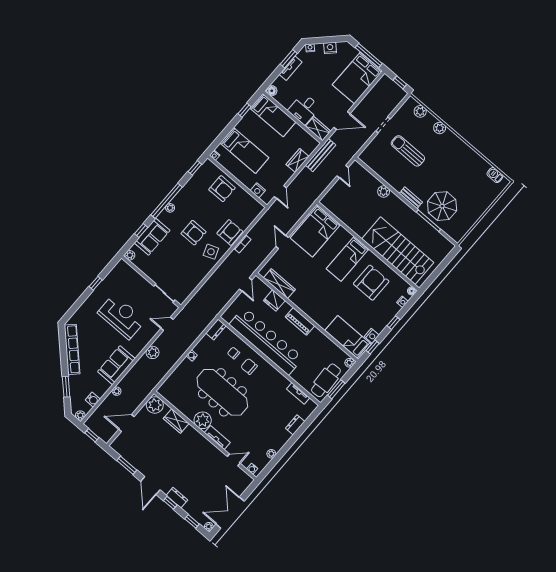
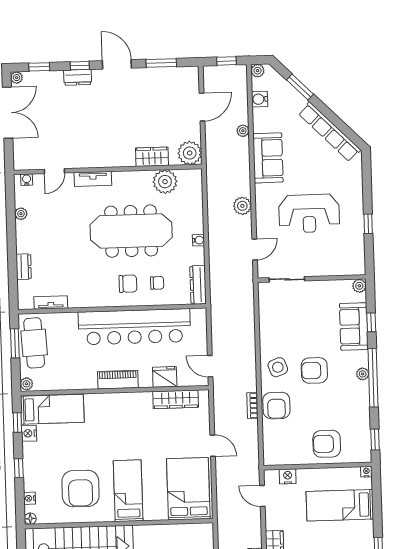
dresser: (216, 329) -> (198, 285), width x1.44
plant: (203, 420) -> (165, 182), moved

